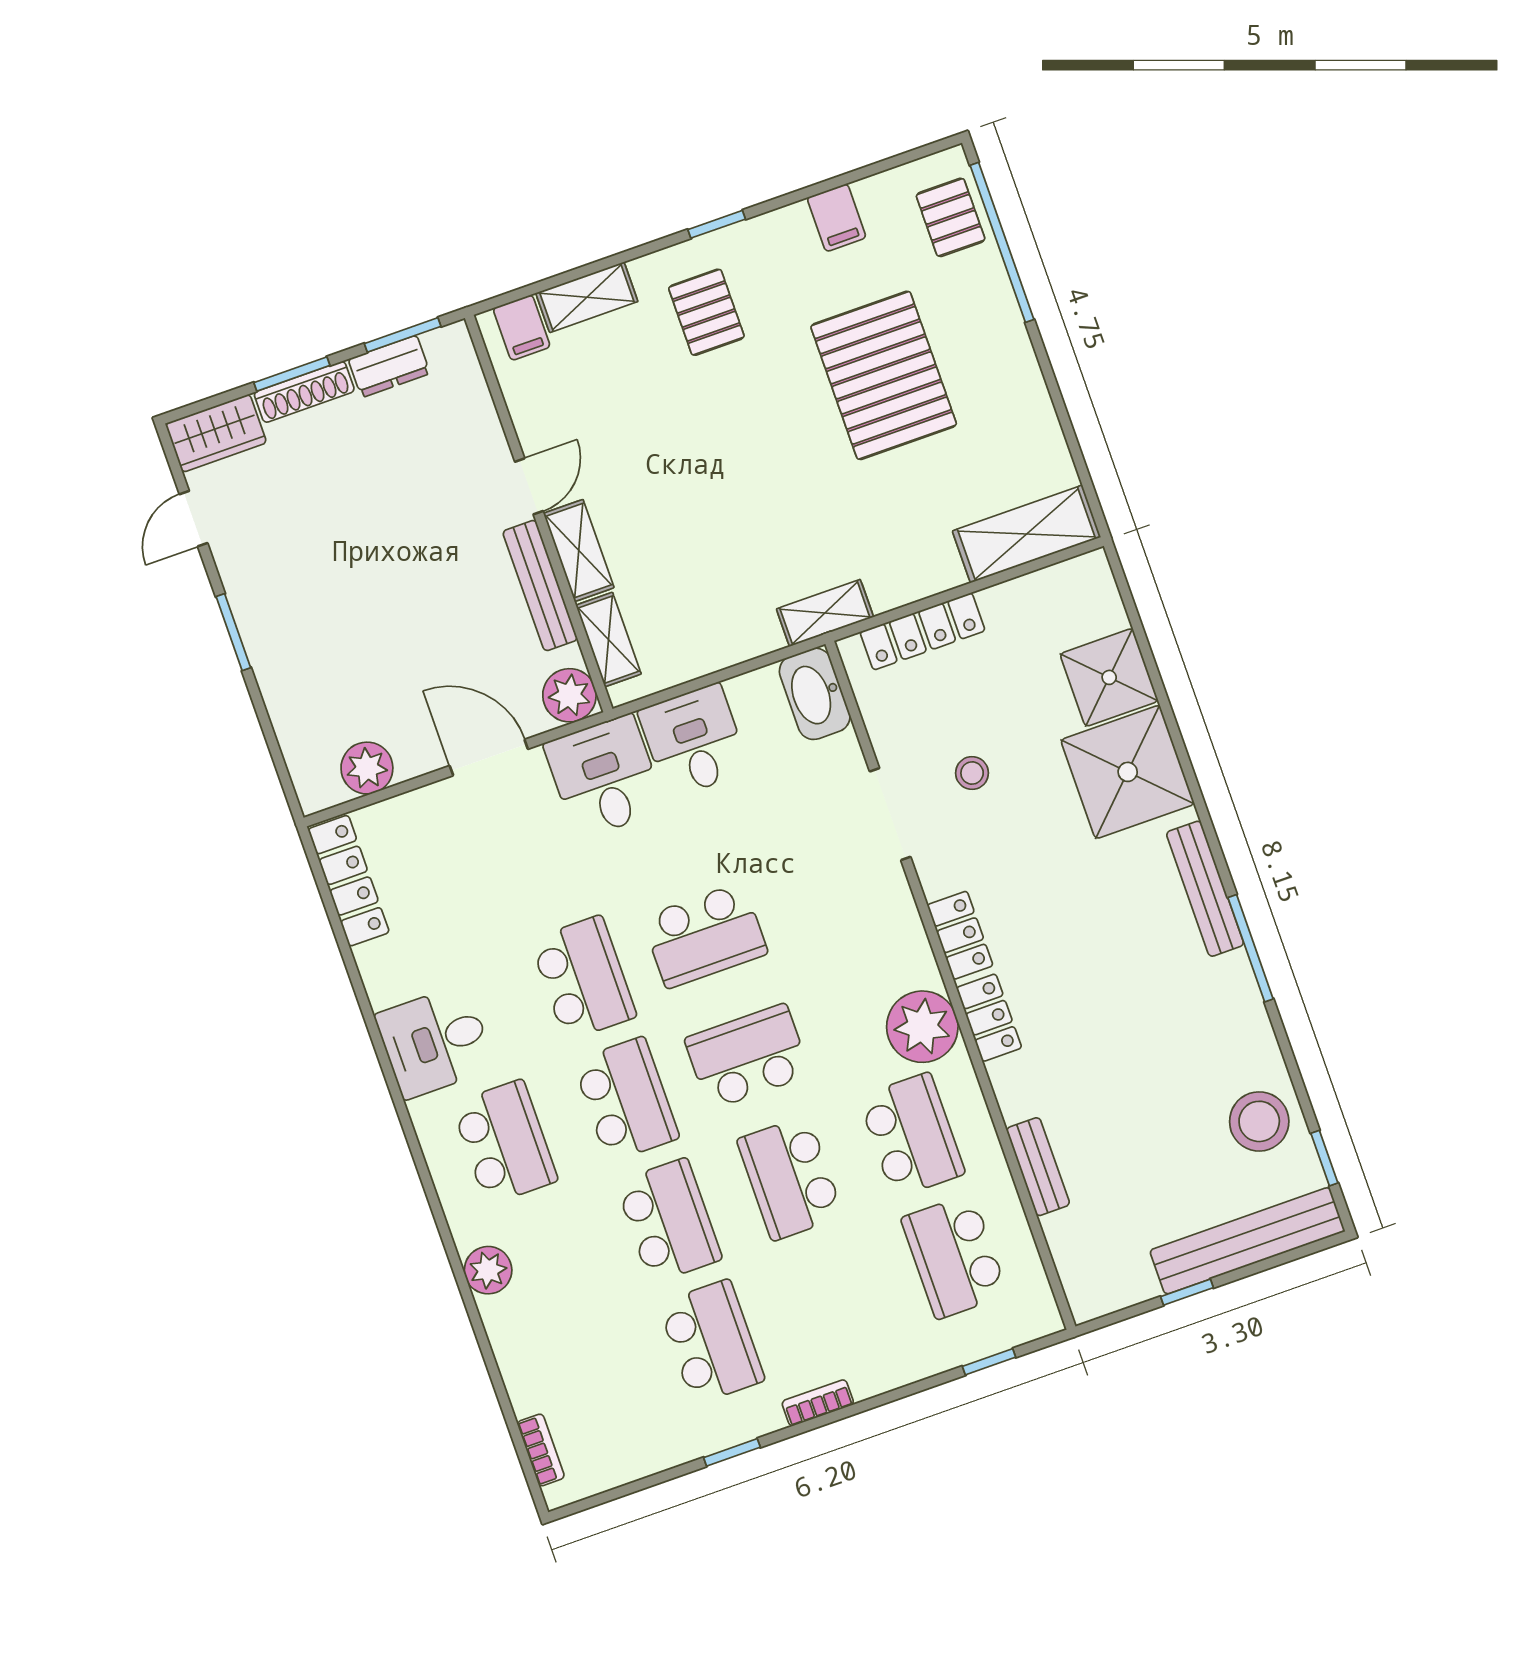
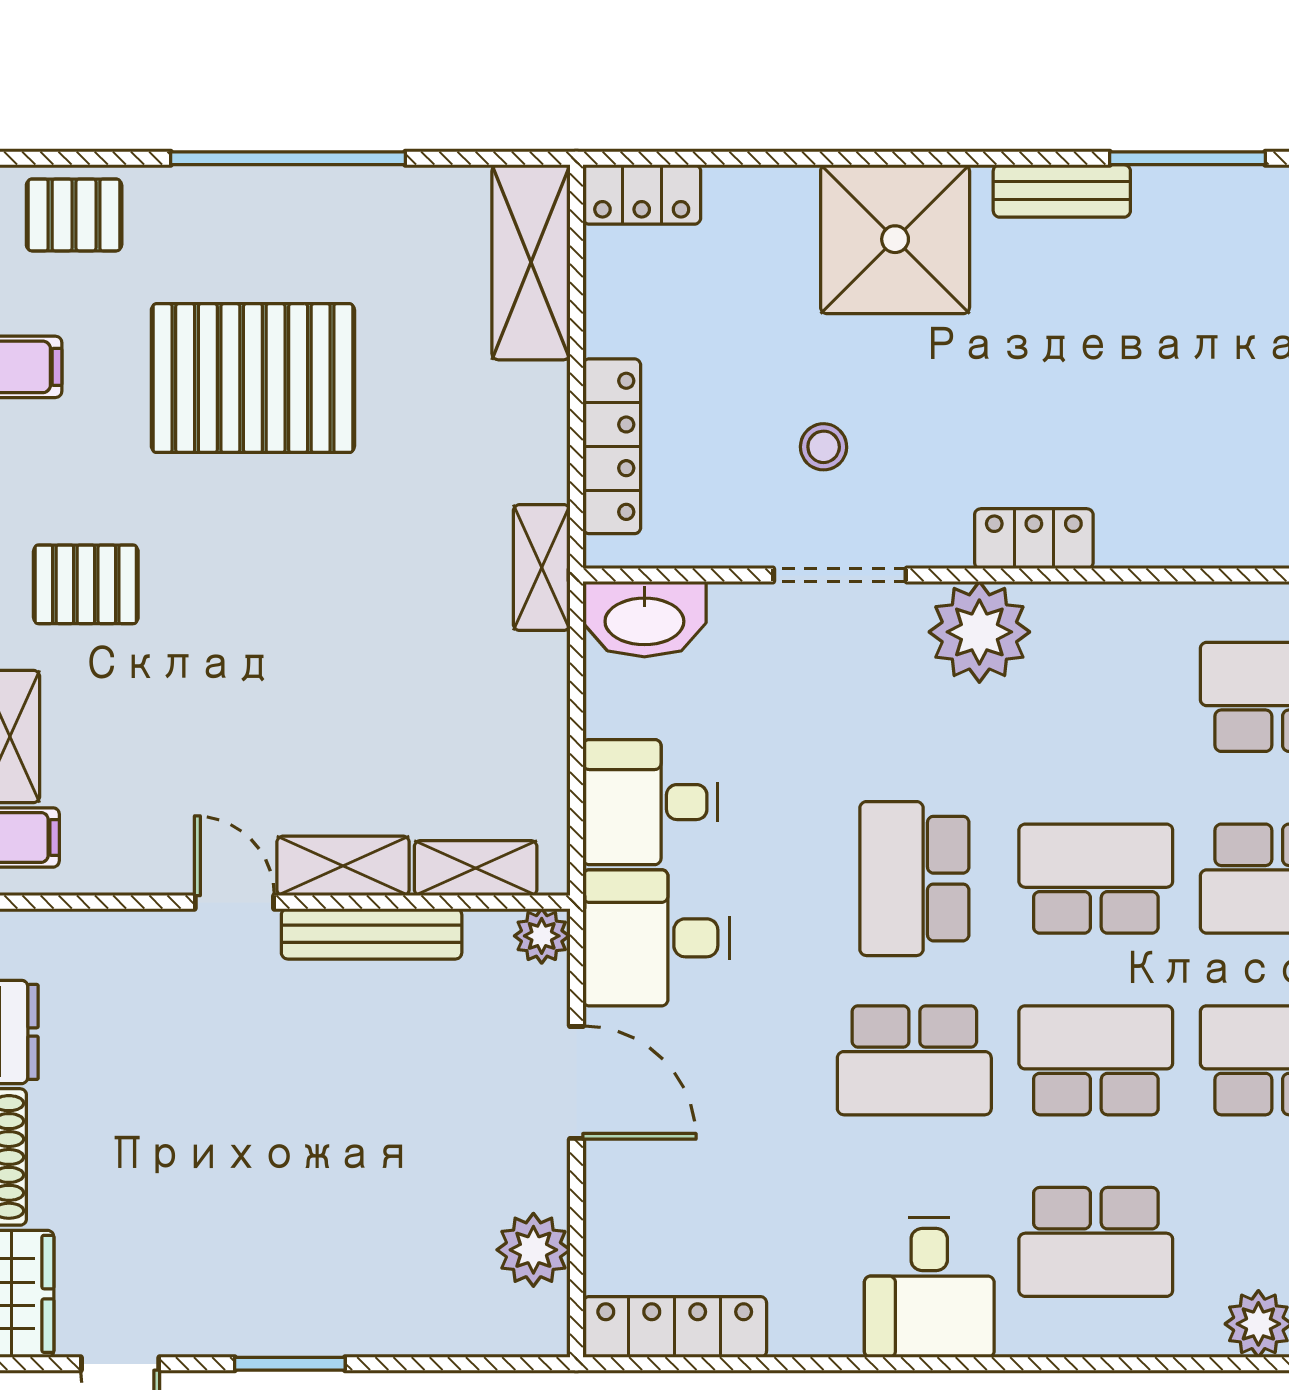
window: (1002, 242) -> (288, 158), moved
shower: (1109, 677) -> (761, 220), removed
plant: (569, 695) -> (542, 936), width x0.73, depth x0.73
door: (489, 757) -> (576, 1083), swing flipped
bench: (1205, 889) -> (1062, 191), width x0.73
school desk: (705, 935) -> (914, 879), turned 180
school desk: (583, 978) -> (914, 1060), turned 180
locker: (989, 1018) -> (642, 194), moved, turned 180
plant: (922, 1027) -> (979, 632), moved
school desk: (747, 1057) -> (1096, 879), turned 90
school desk: (505, 1142) -> (1096, 1242), turned 180

